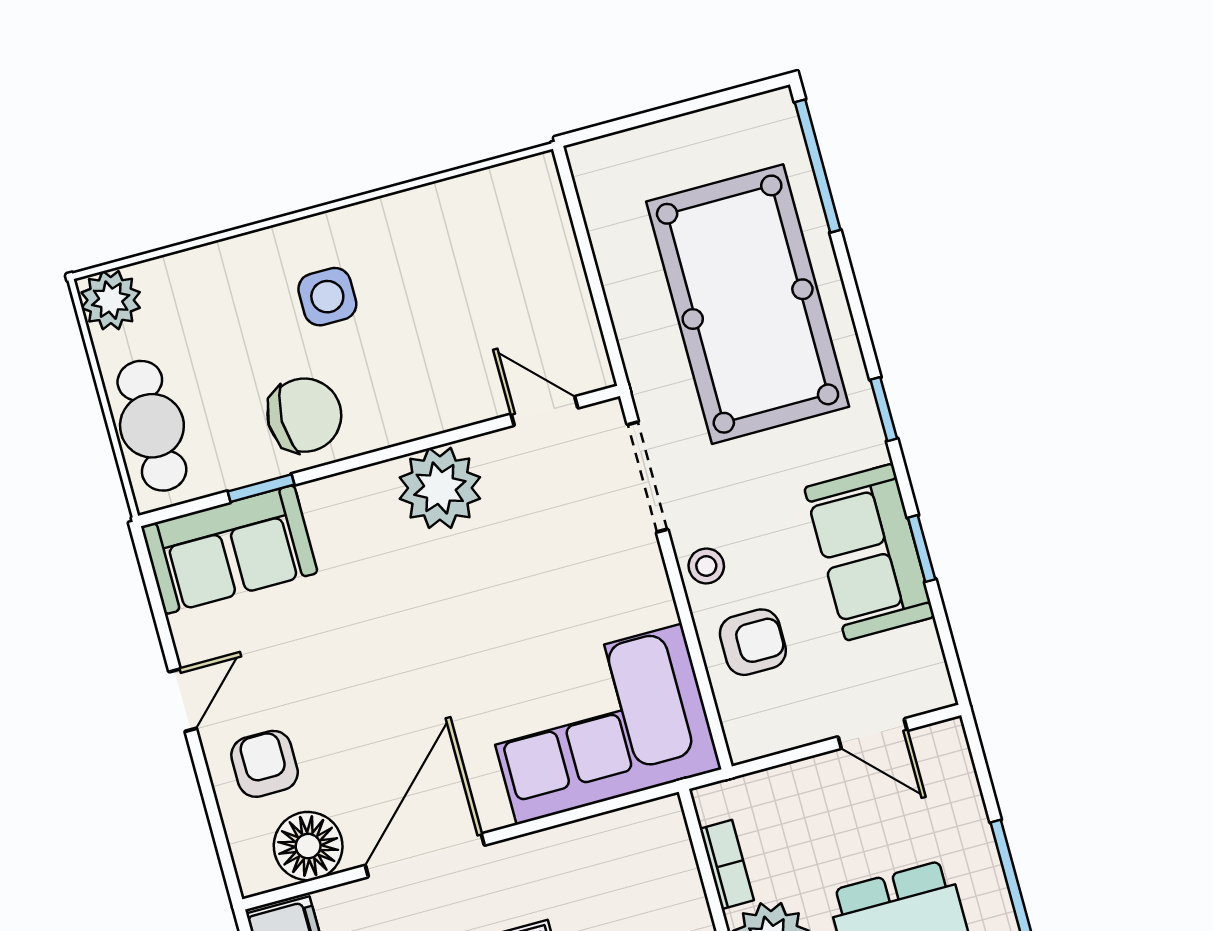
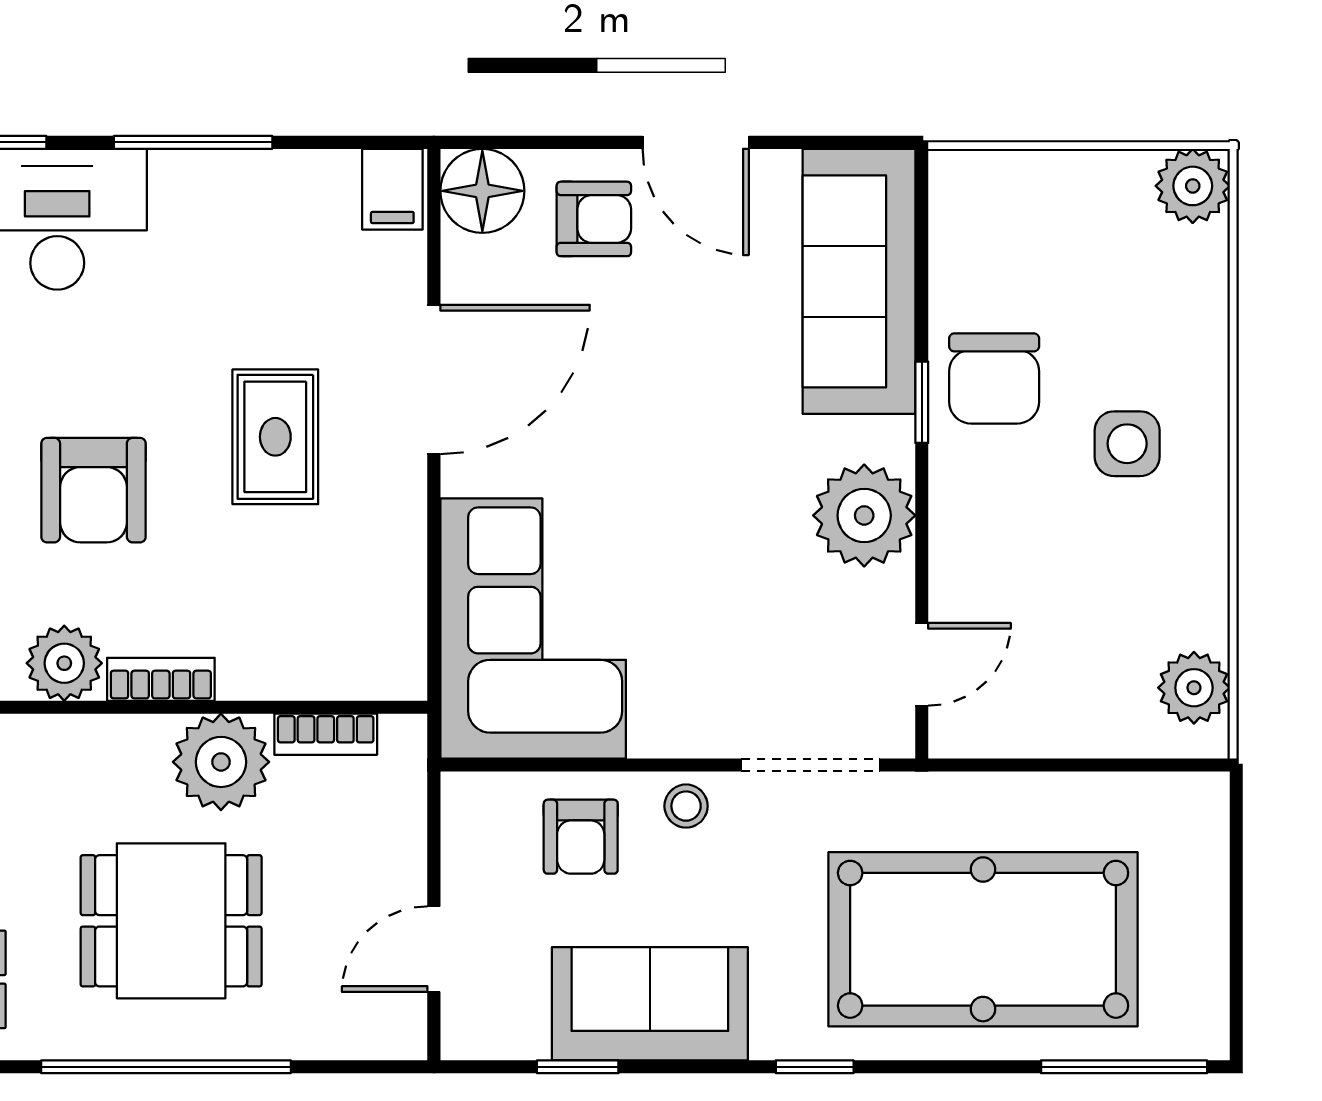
plant: (505, 192) -> (1194, 688), added
cafe table: (152, 426) -> (1031, 194), removed
window: (261, 488) -> (922, 402), moved
window: (922, 548) -> (578, 1067), moved
sofa: (229, 550) -> (859, 281), width x1.36
door: (183, 700) -> (696, 142), width x1.38
floor lamp: (308, 846) -> (482, 191), moved
door: (425, 855) -> (434, 379), hinge flipped

